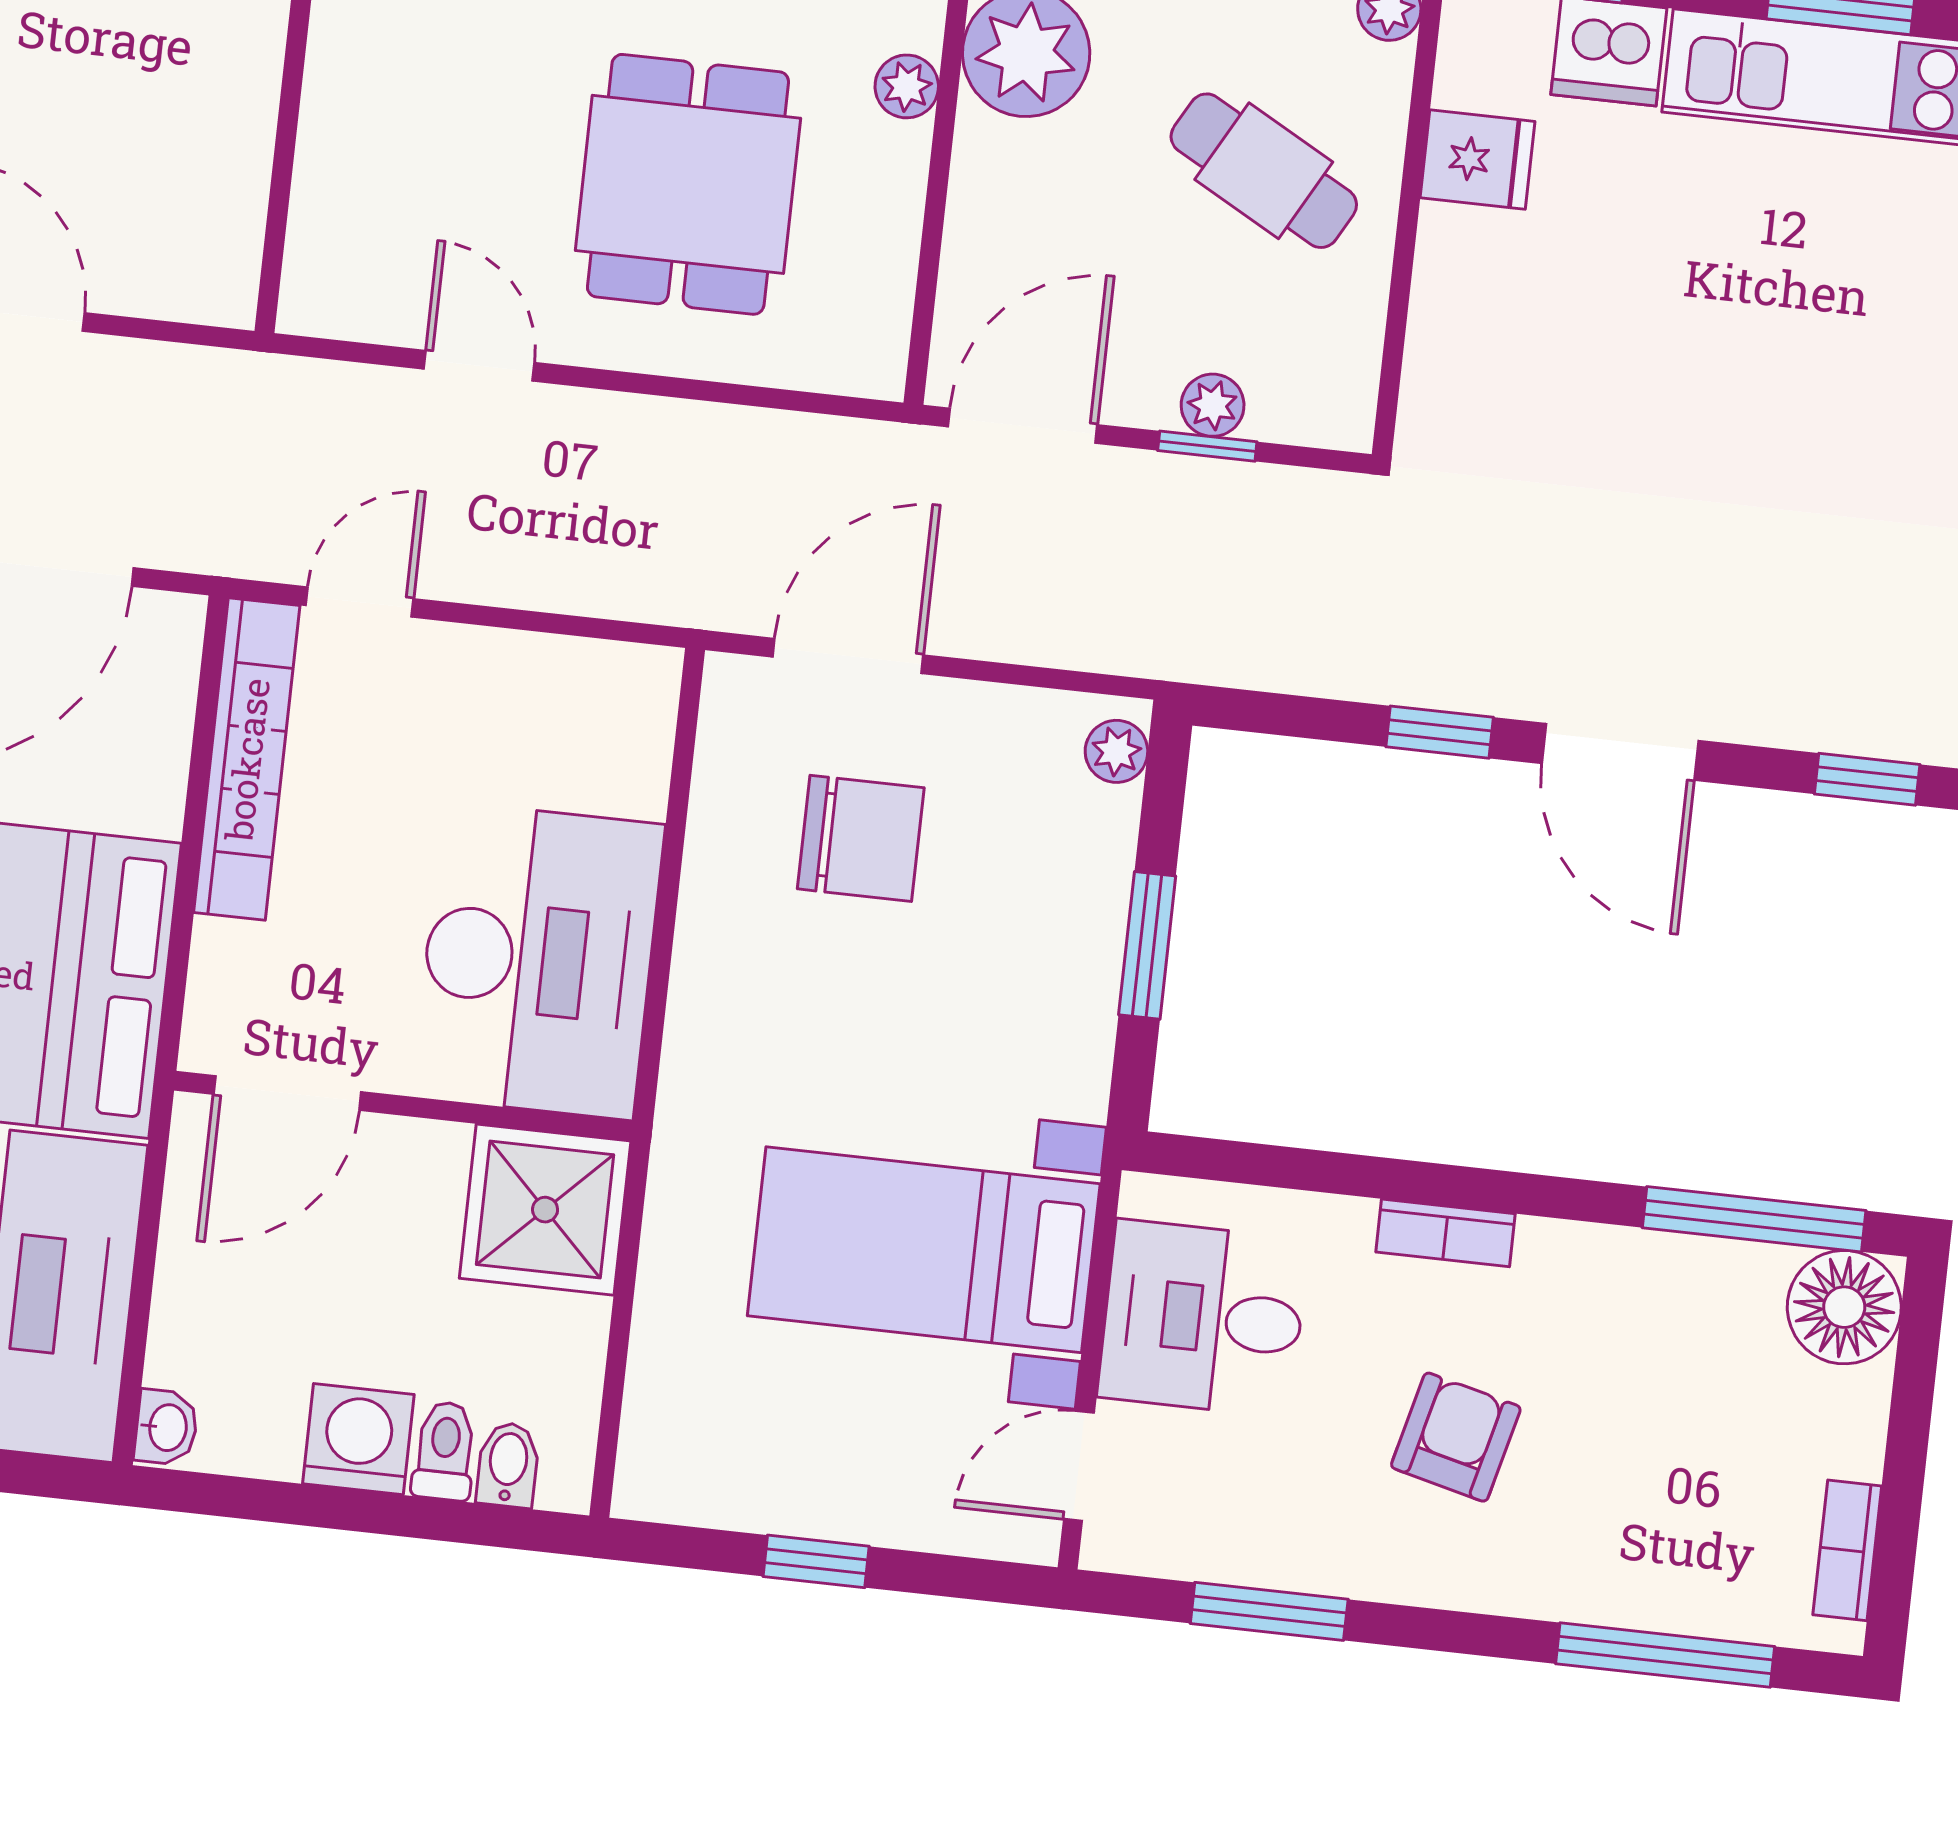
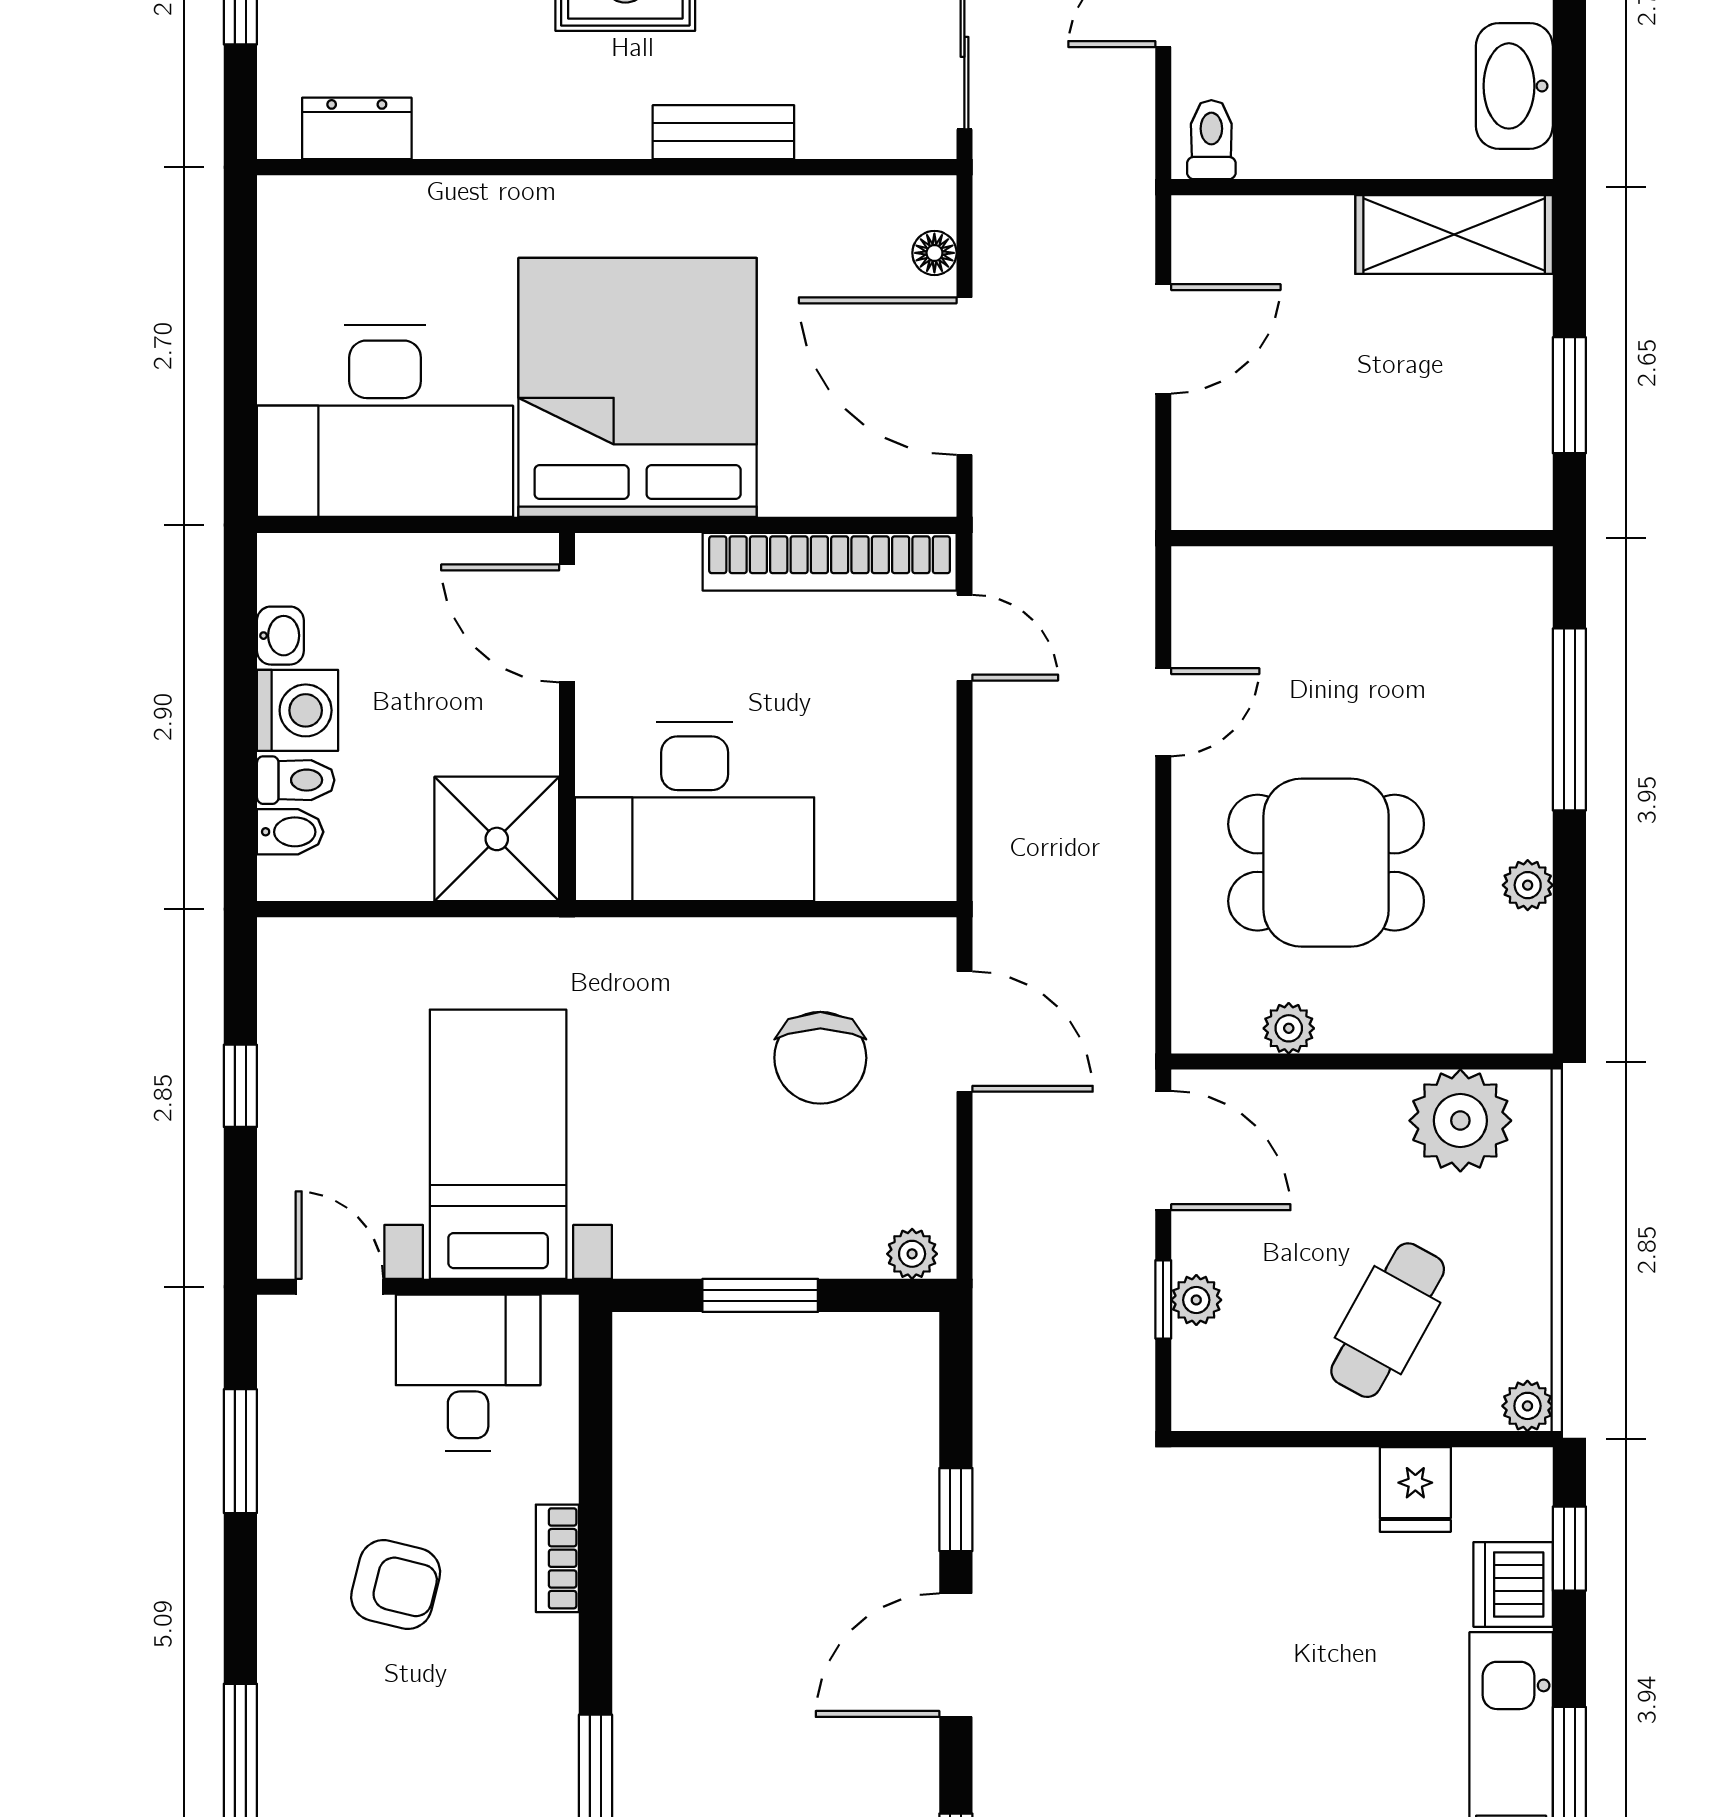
plant: (907, 86) -> (1289, 1028), moved
washbasin: (166, 1427) -> (280, 636), moved, turned -90

